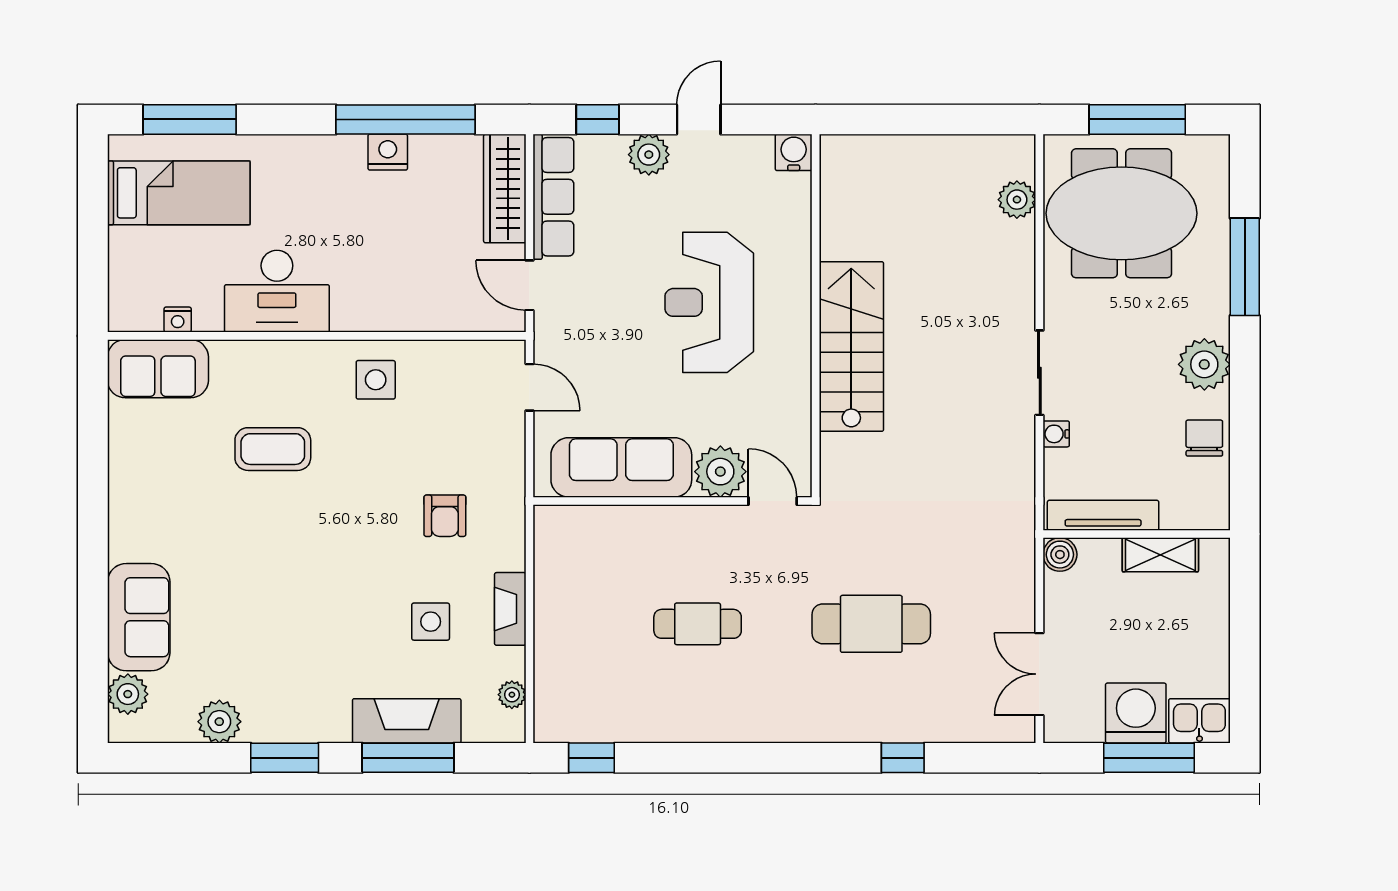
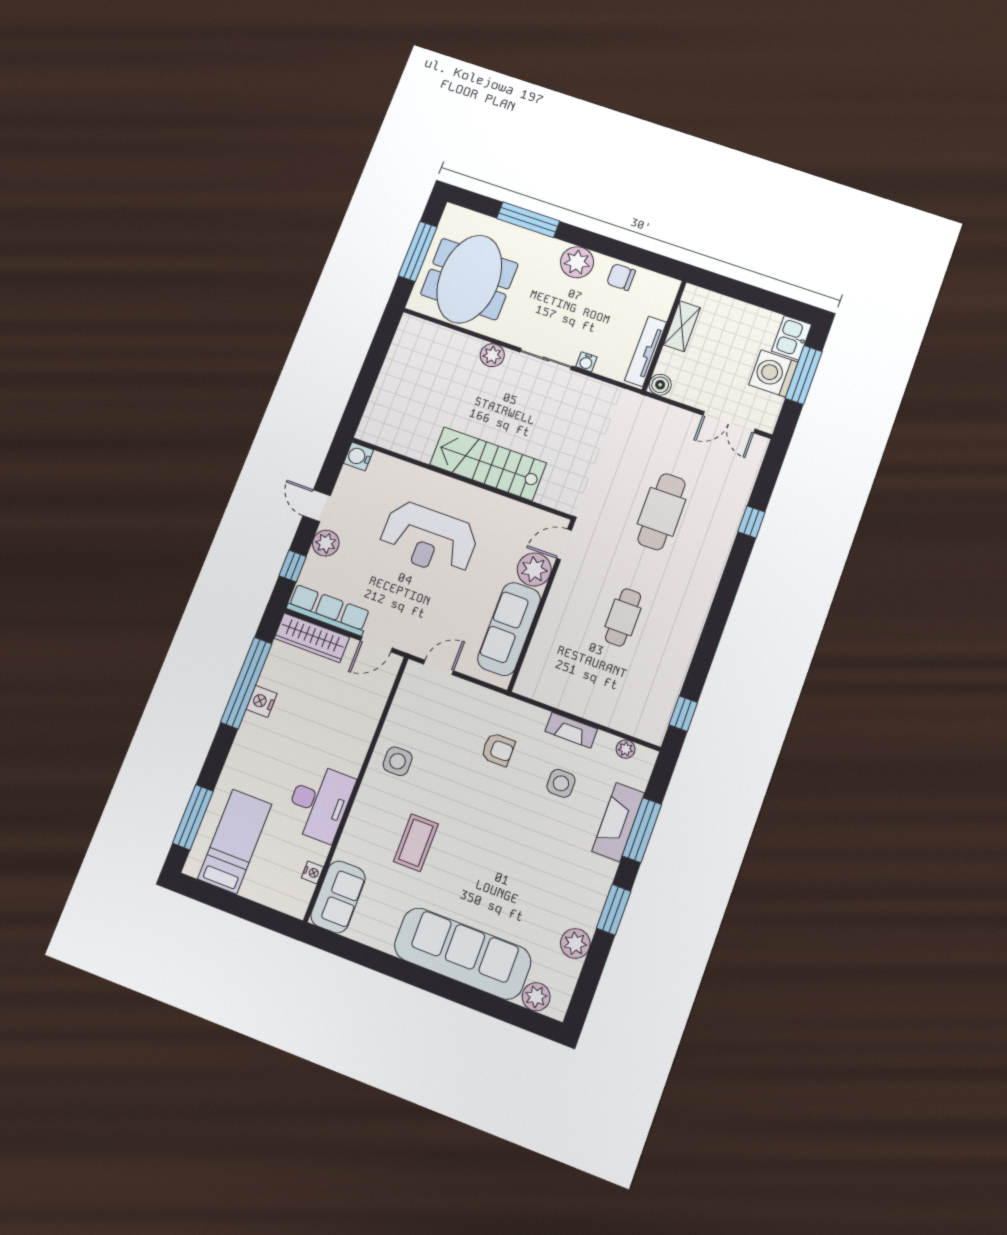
plant: (1017, 200) -> (492, 355), moved
sofa: (139, 617) -> (463, 953), width x1.85, depth x1.27

